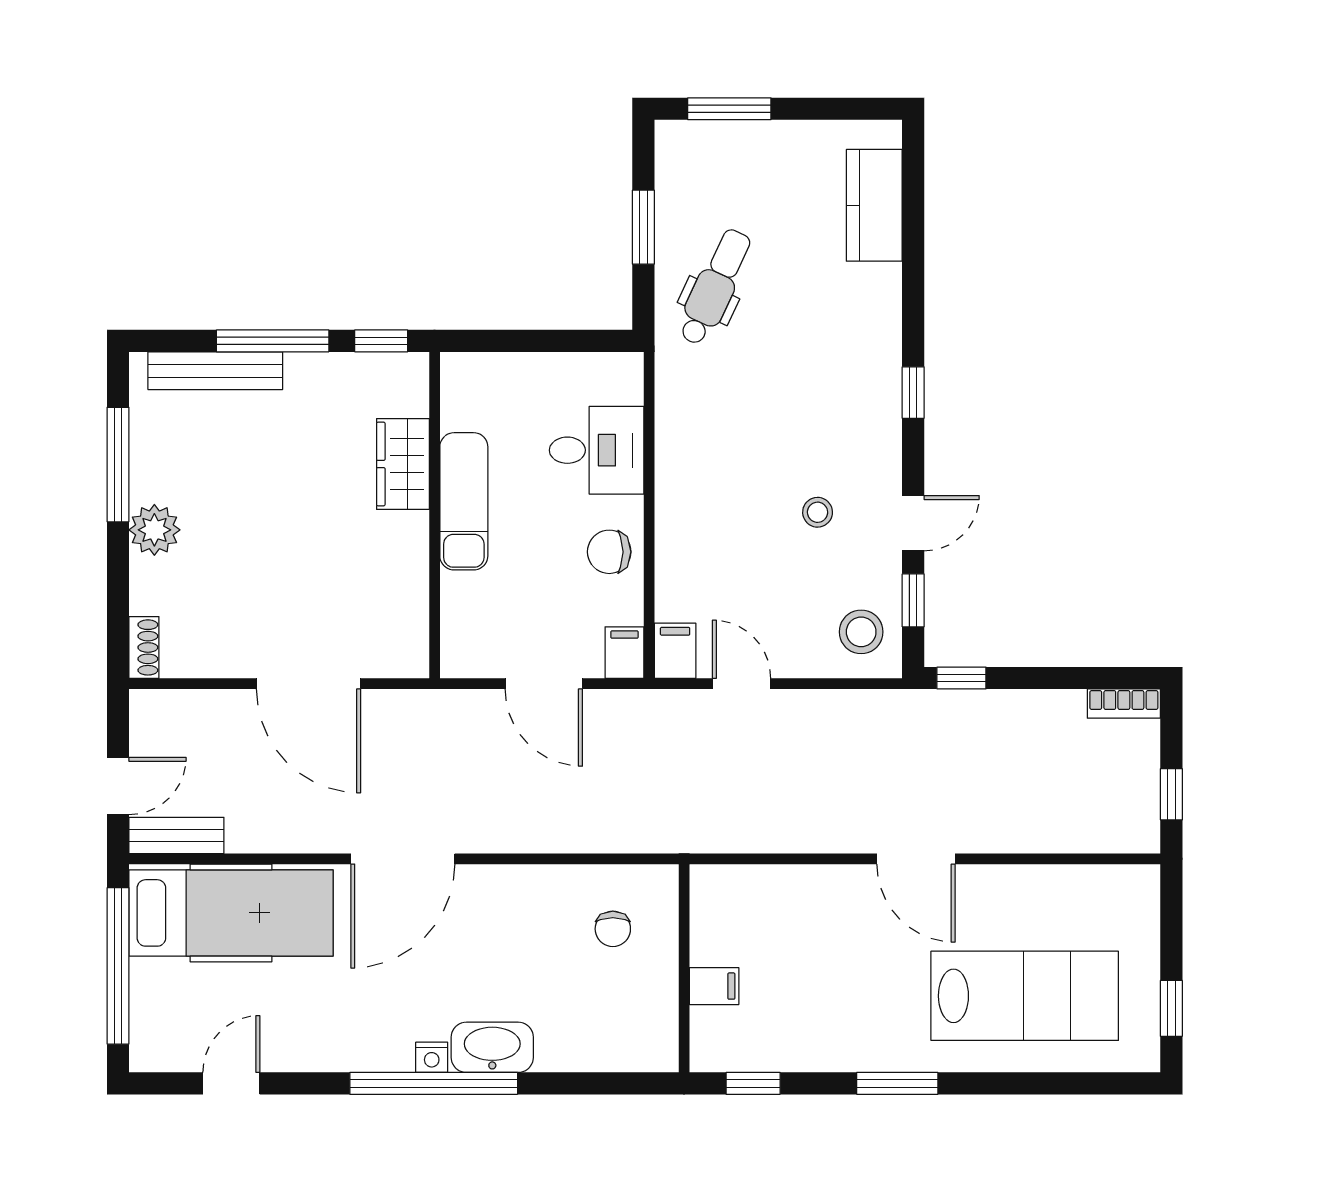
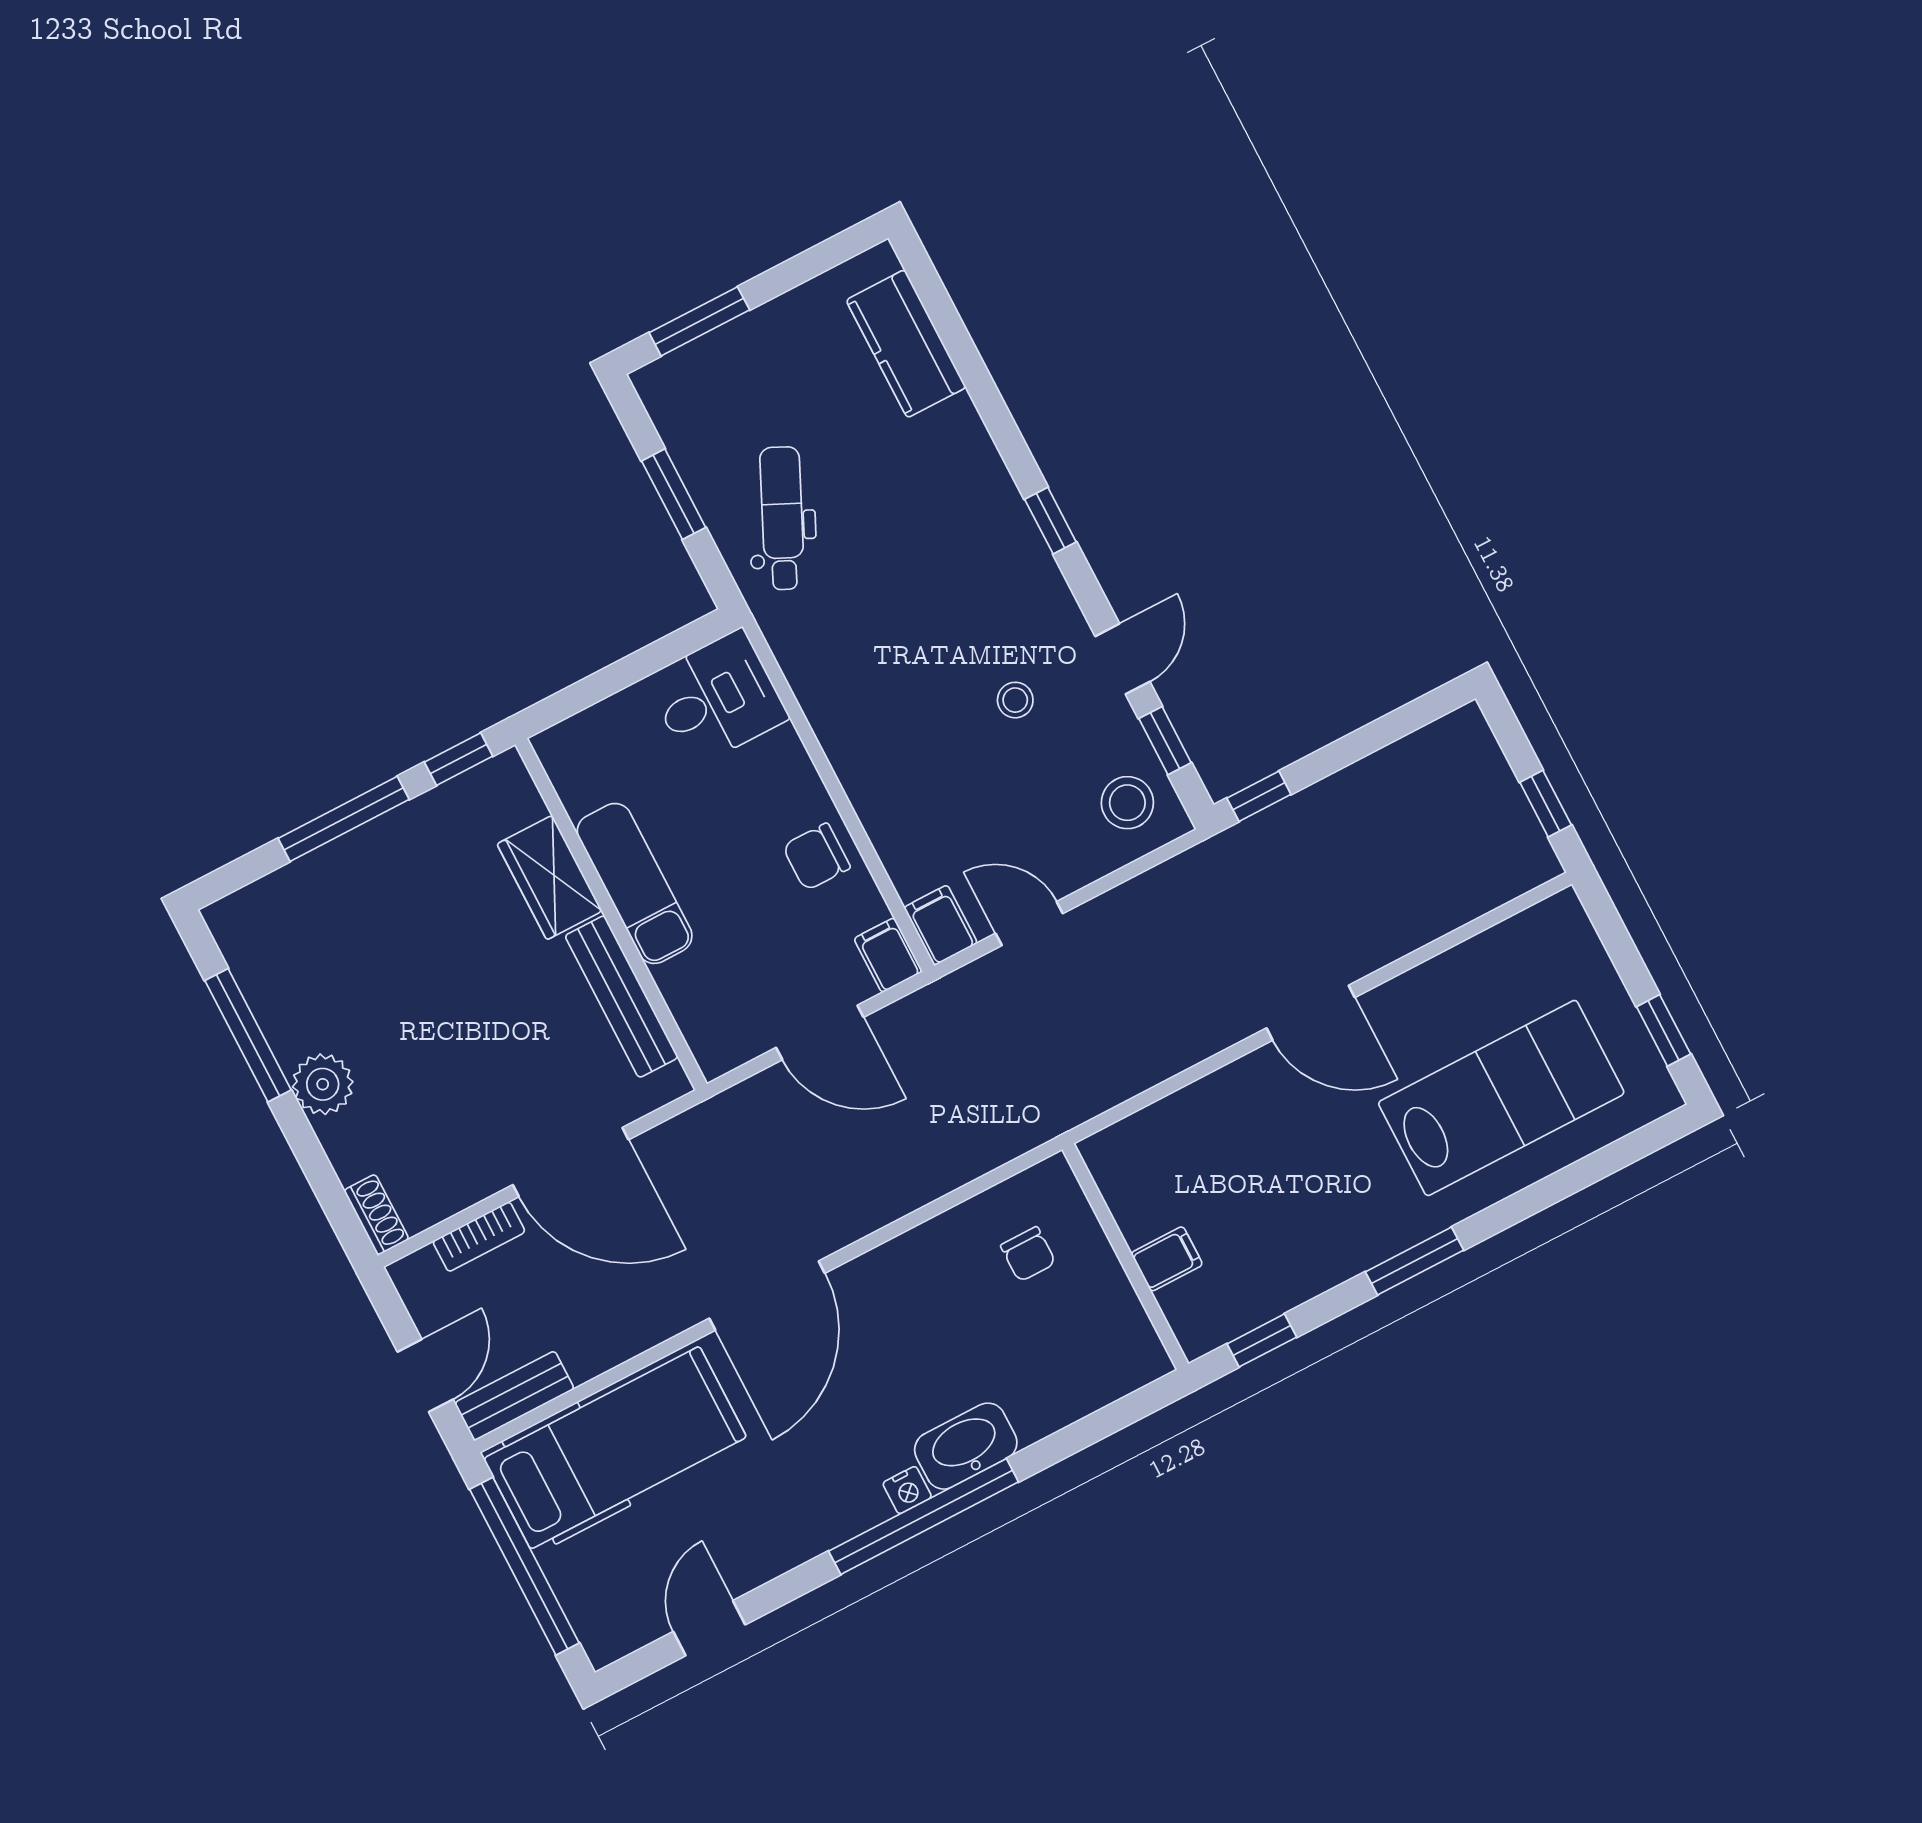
bench: (215, 371) -> (622, 997), moved, turned 90
desk: (597, 450) -> (717, 698), moved
bookcase: (1124, 704) -> (479, 1237), moved

